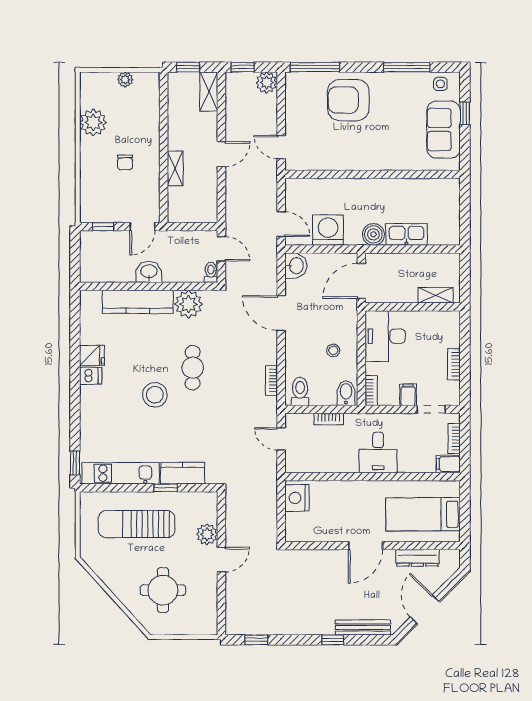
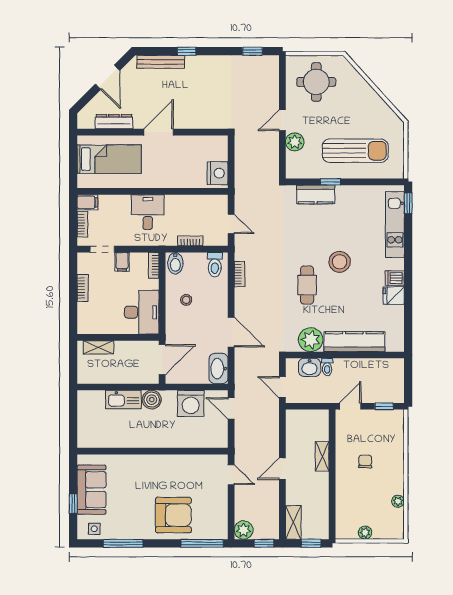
plant: (93, 122) -> (398, 501), width x0.53, depth x0.53
washbasin: (296, 266) -> (219, 369), width x1.38
washbasin: (149, 272) -> (310, 367), moved
toilet: (211, 272) -> (327, 367), moved
kitchen unit: (121, 473) -> (395, 225), moved, turned 90
round table: (163, 590) -> (316, 82), moved

